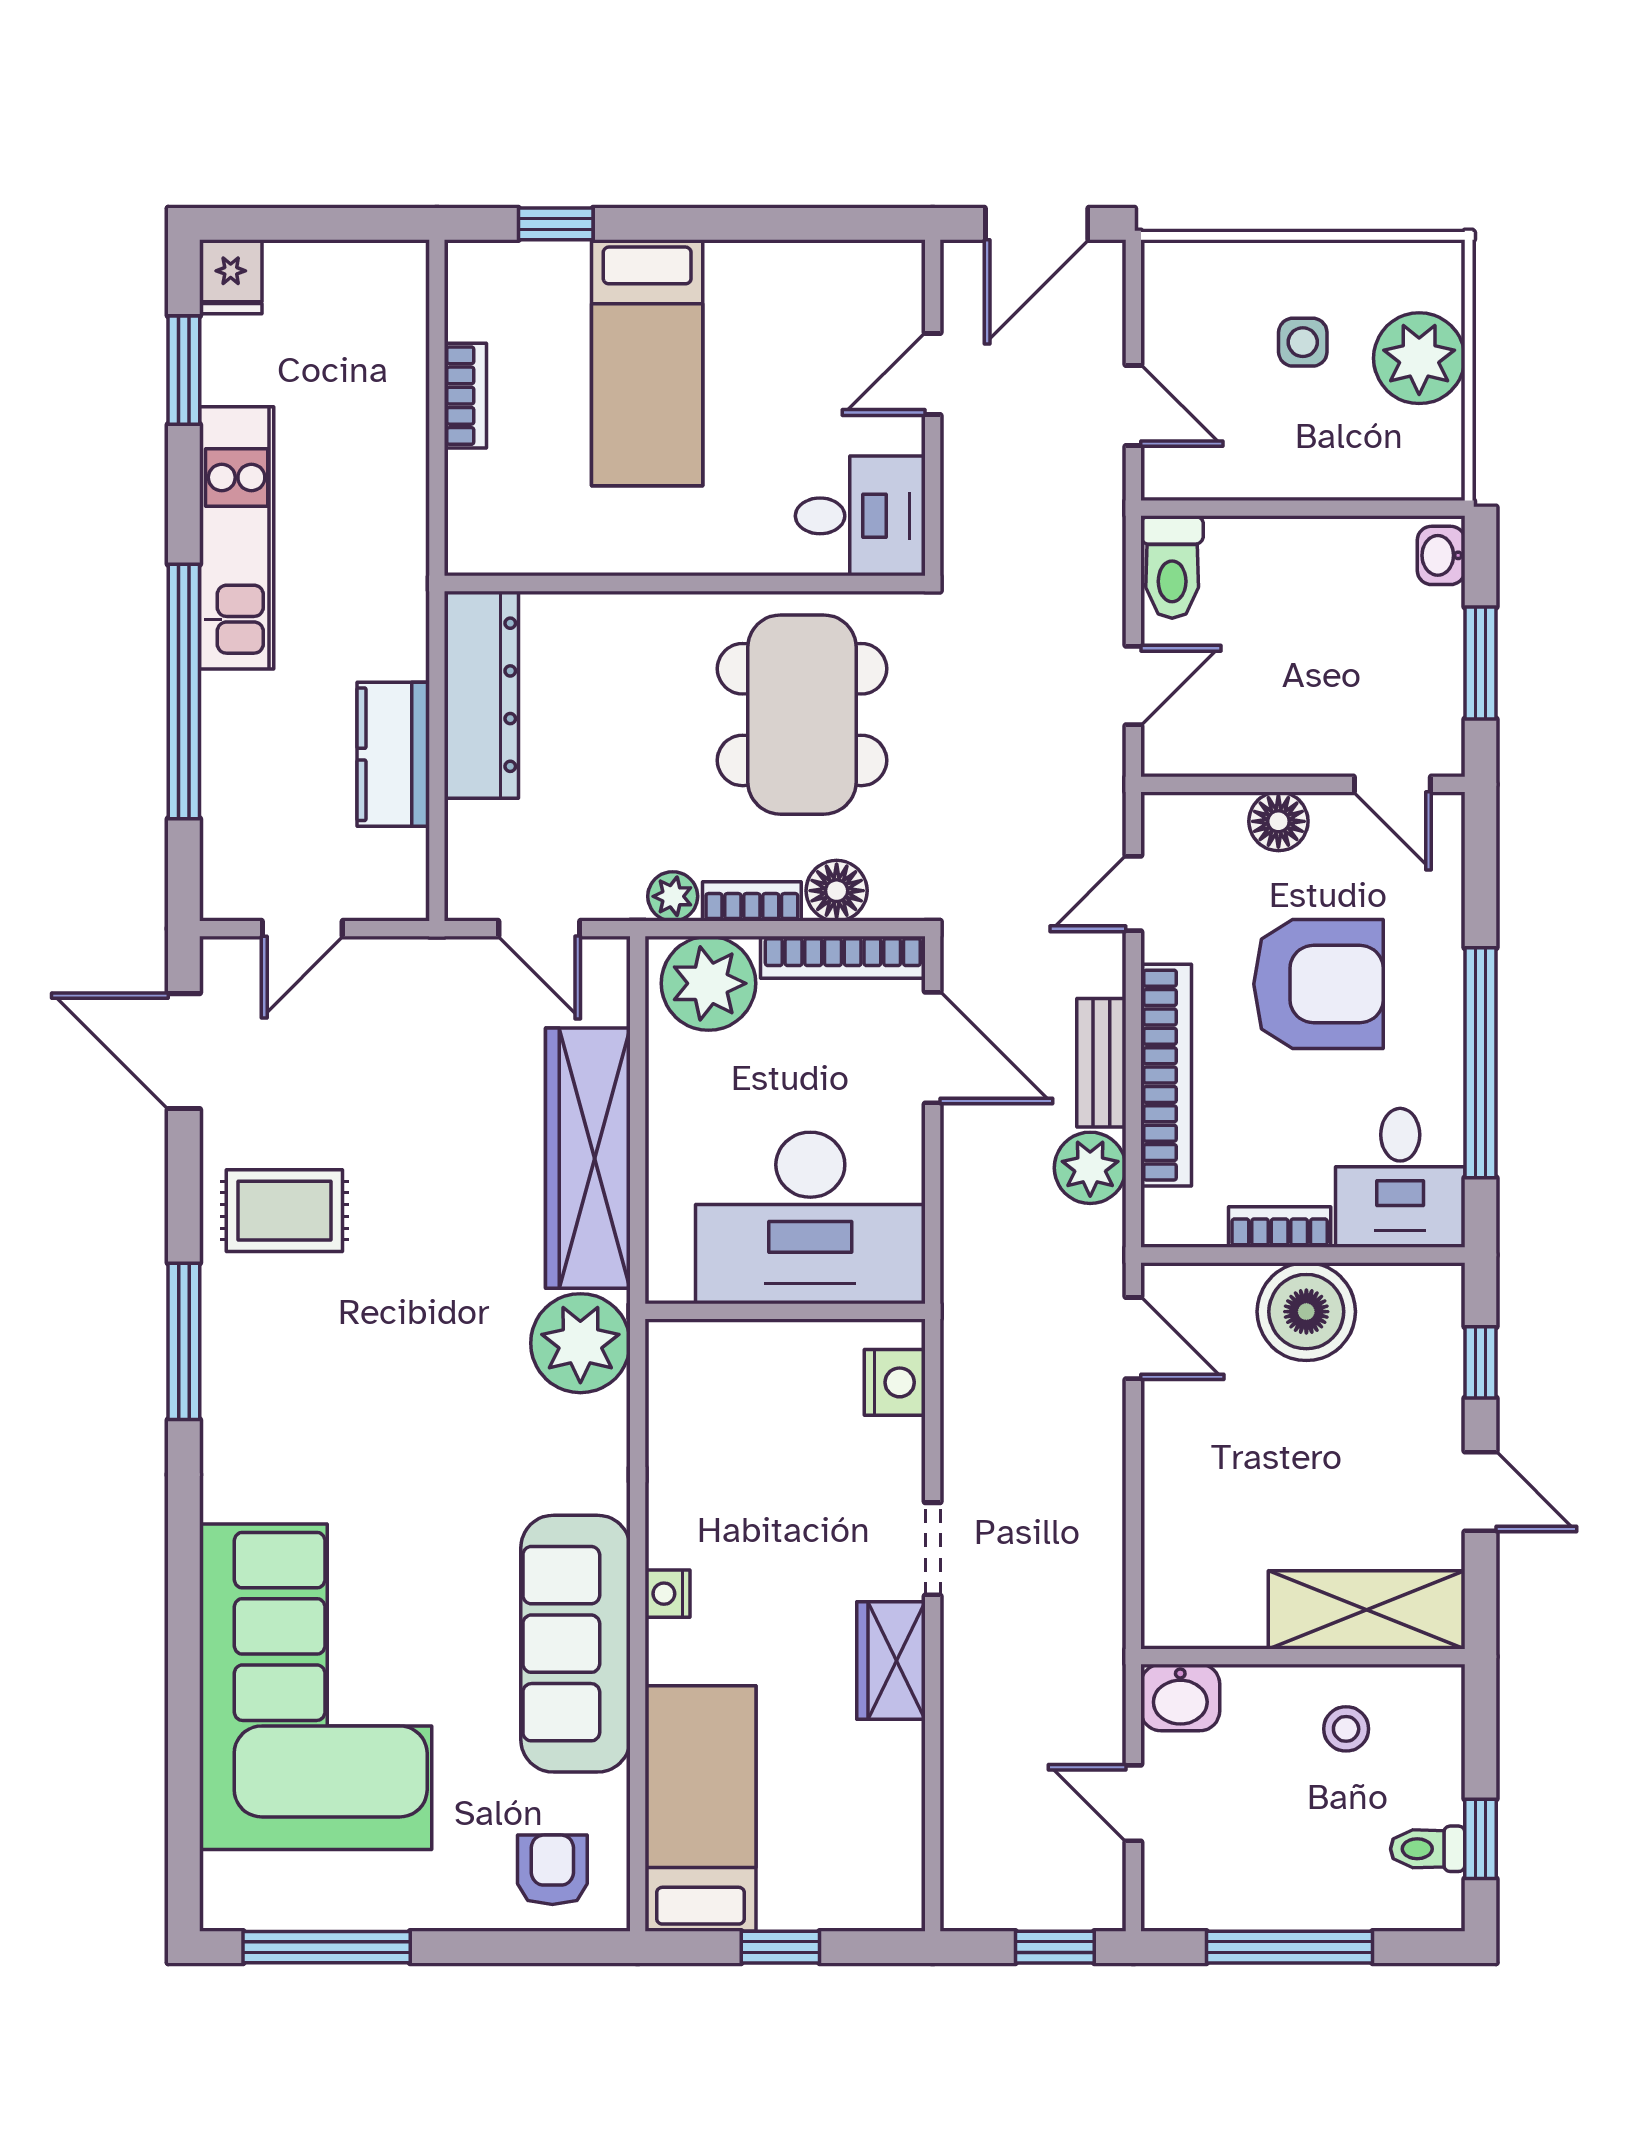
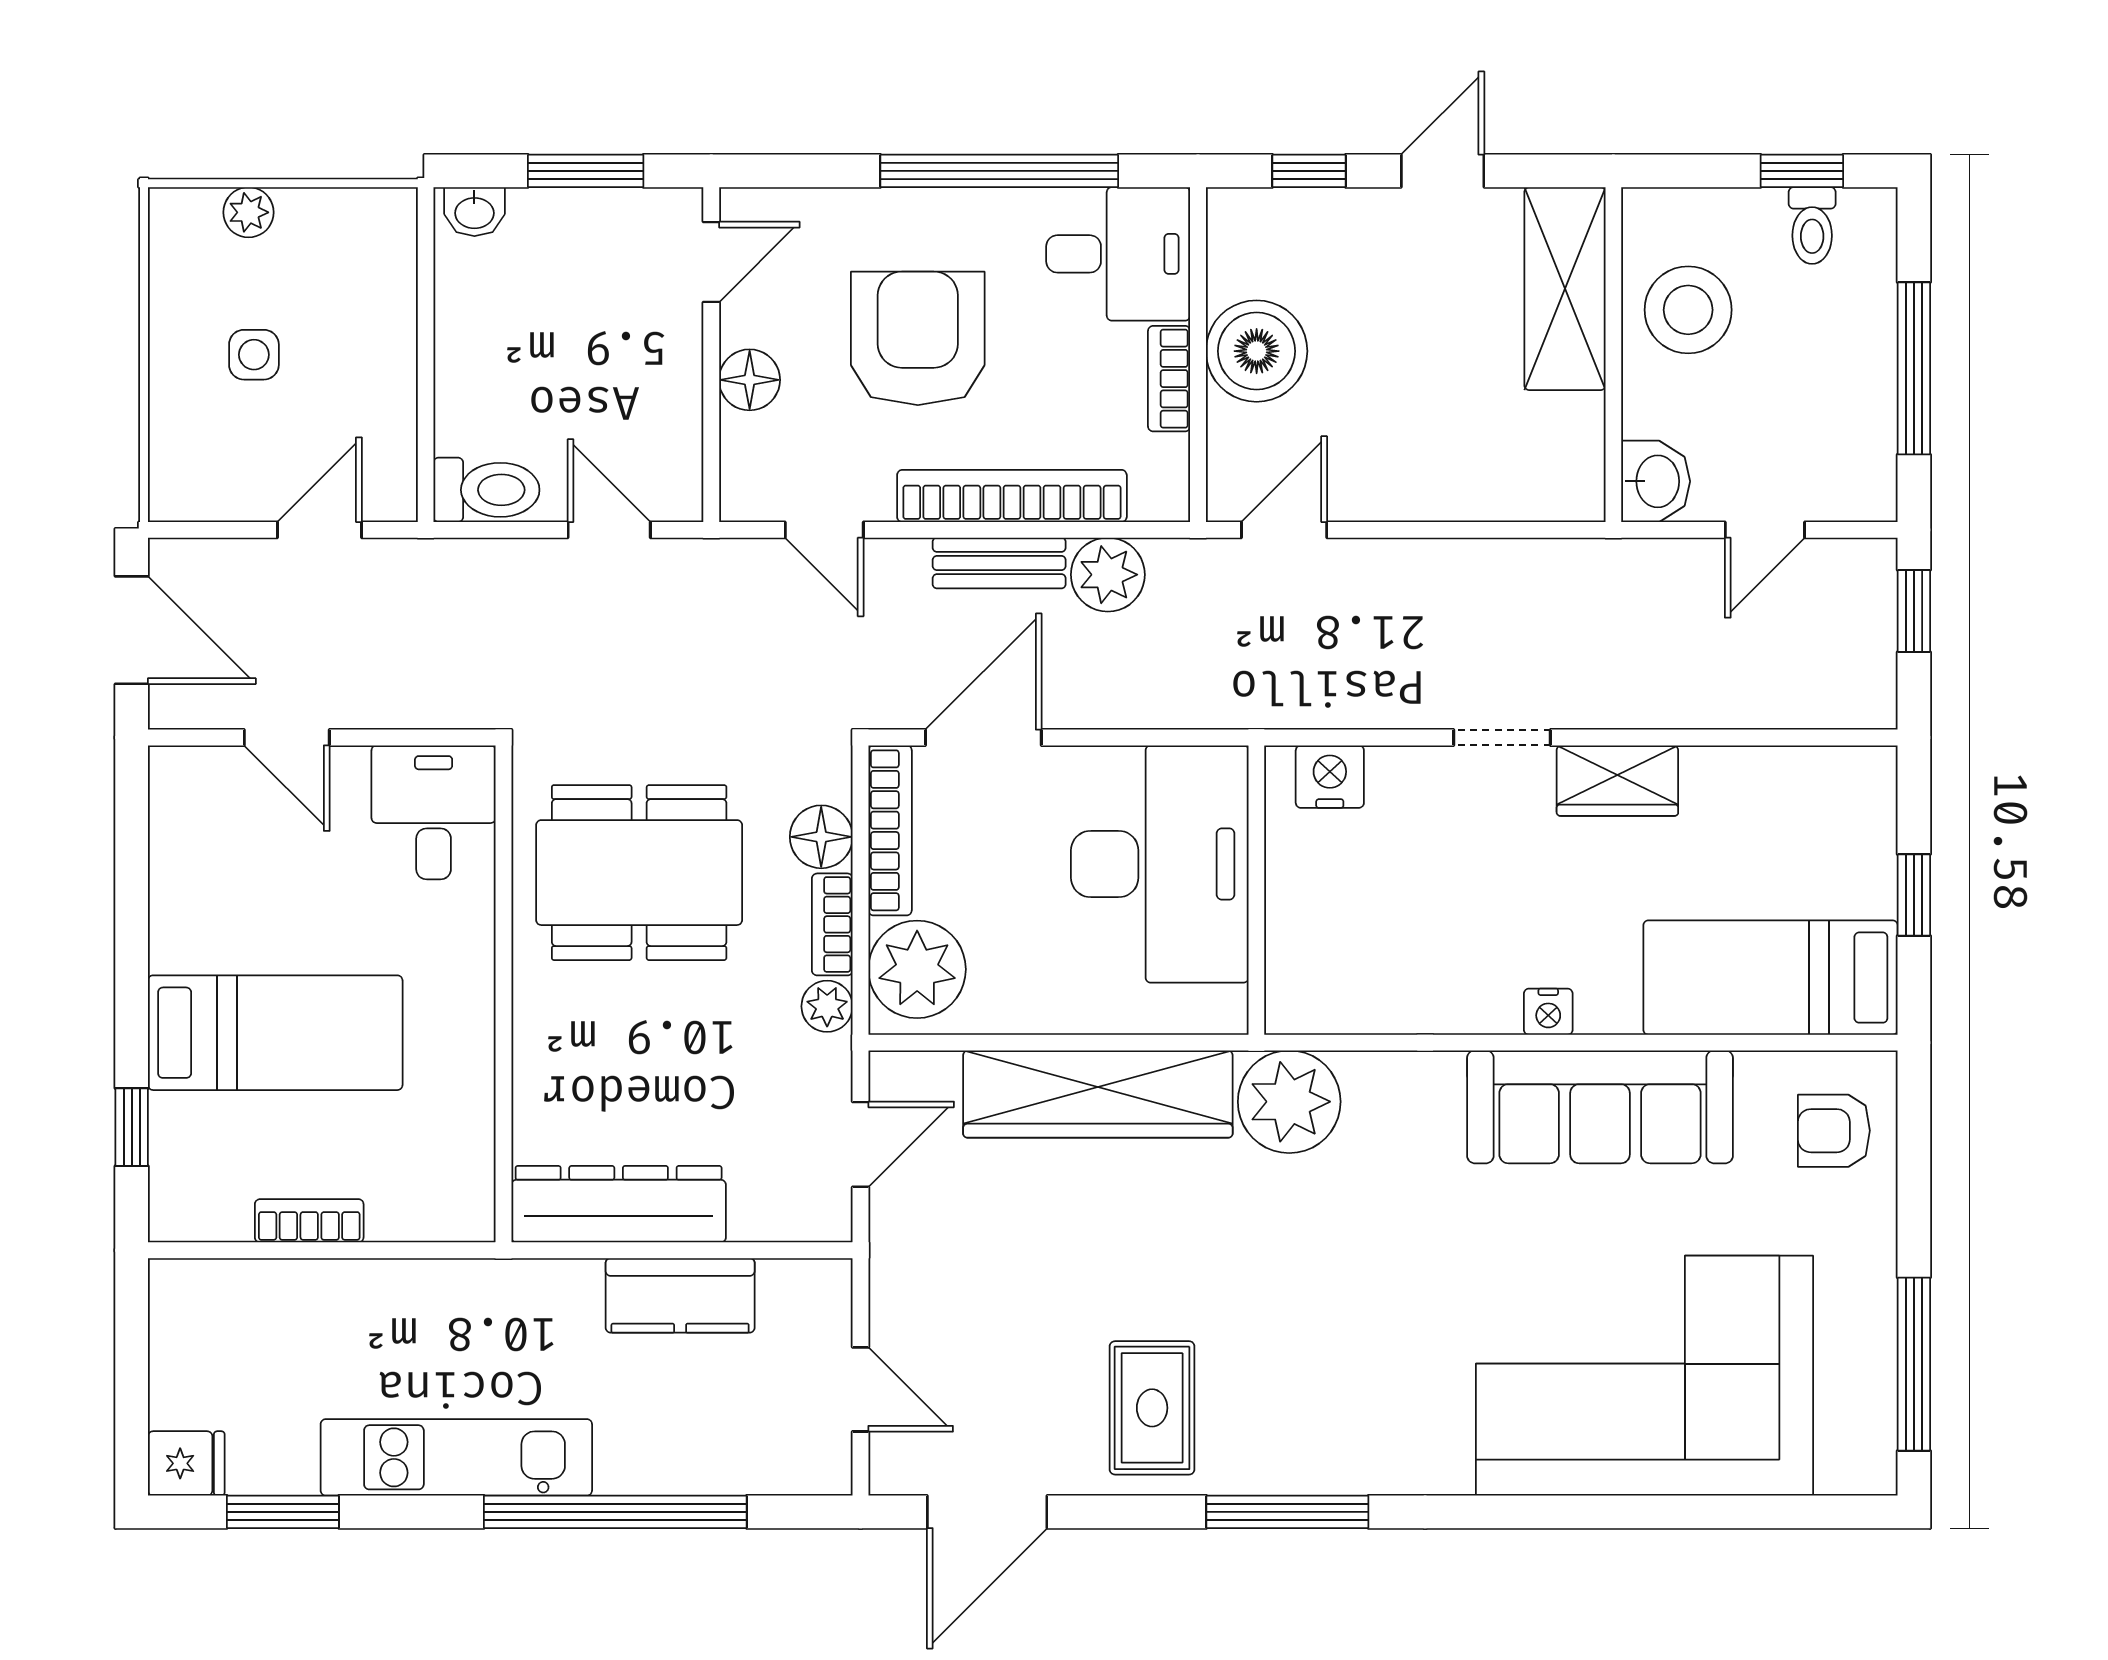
plant: (1419, 358) -> (248, 212), width x0.53, depth x0.53
stool: (1346, 1729) -> (1688, 310), width x1.89, depth x1.89

